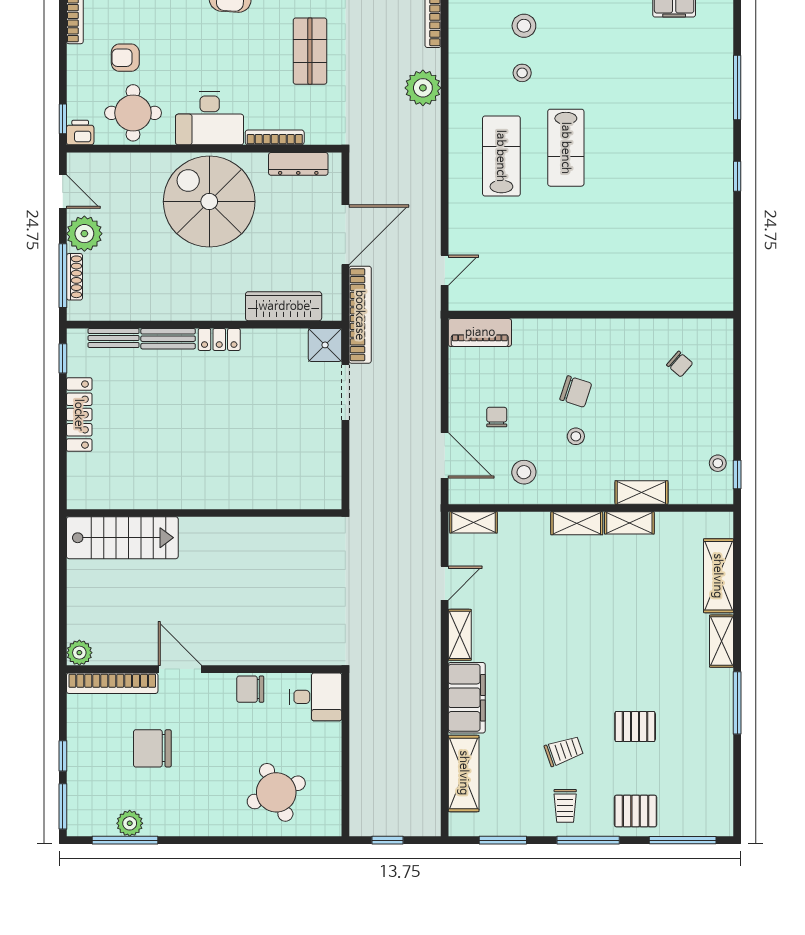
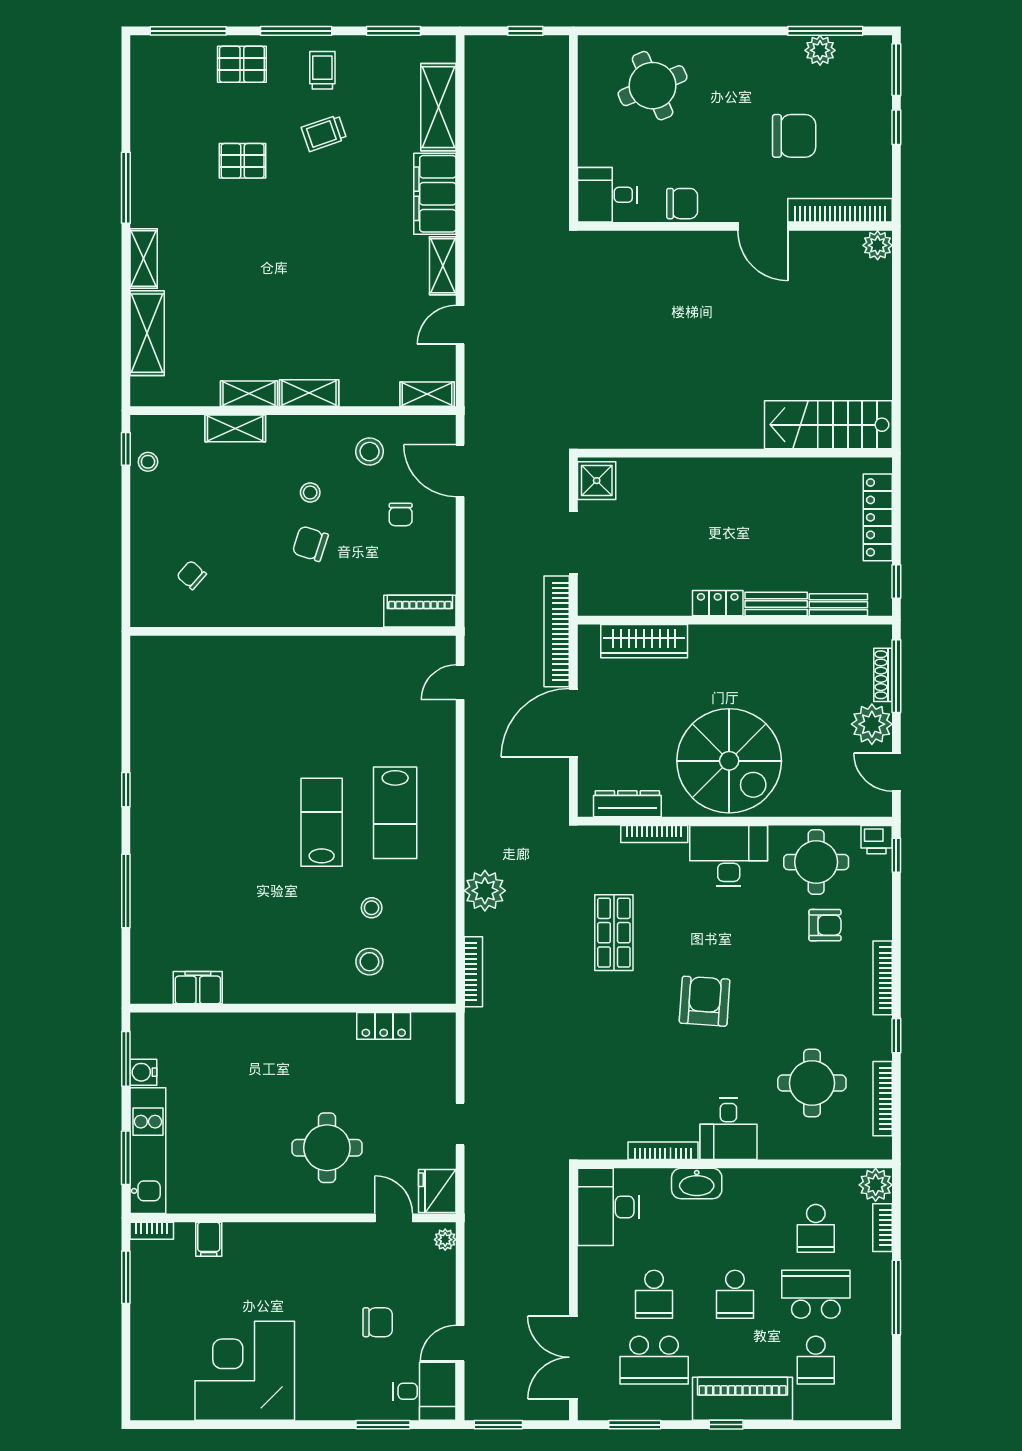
shower: (325, 345) -> (597, 481), moved
wall: (204, 513) -> (735, 453), moved
stairs: (122, 538) -> (828, 425), moved

